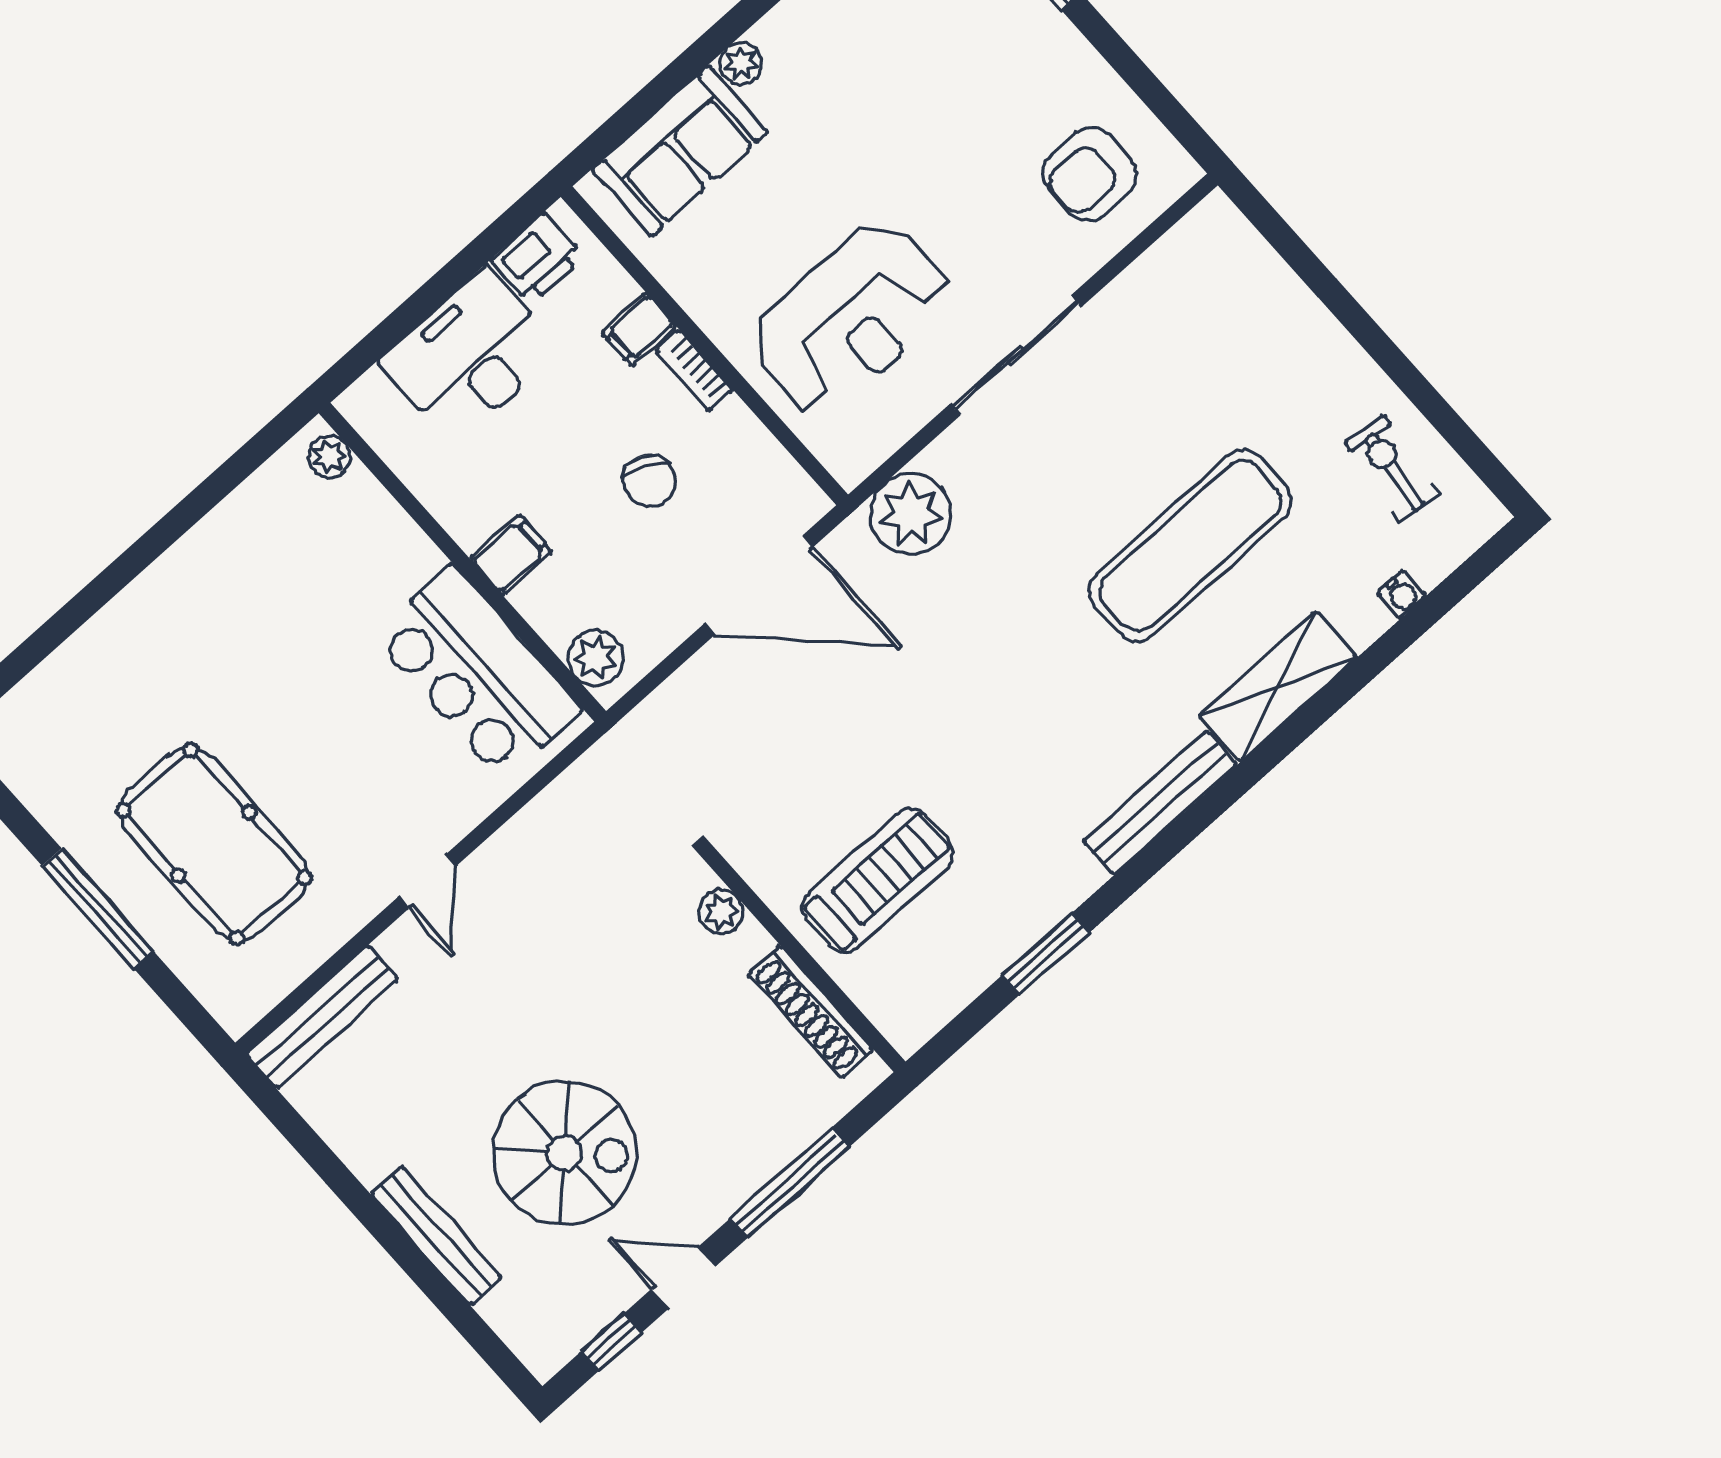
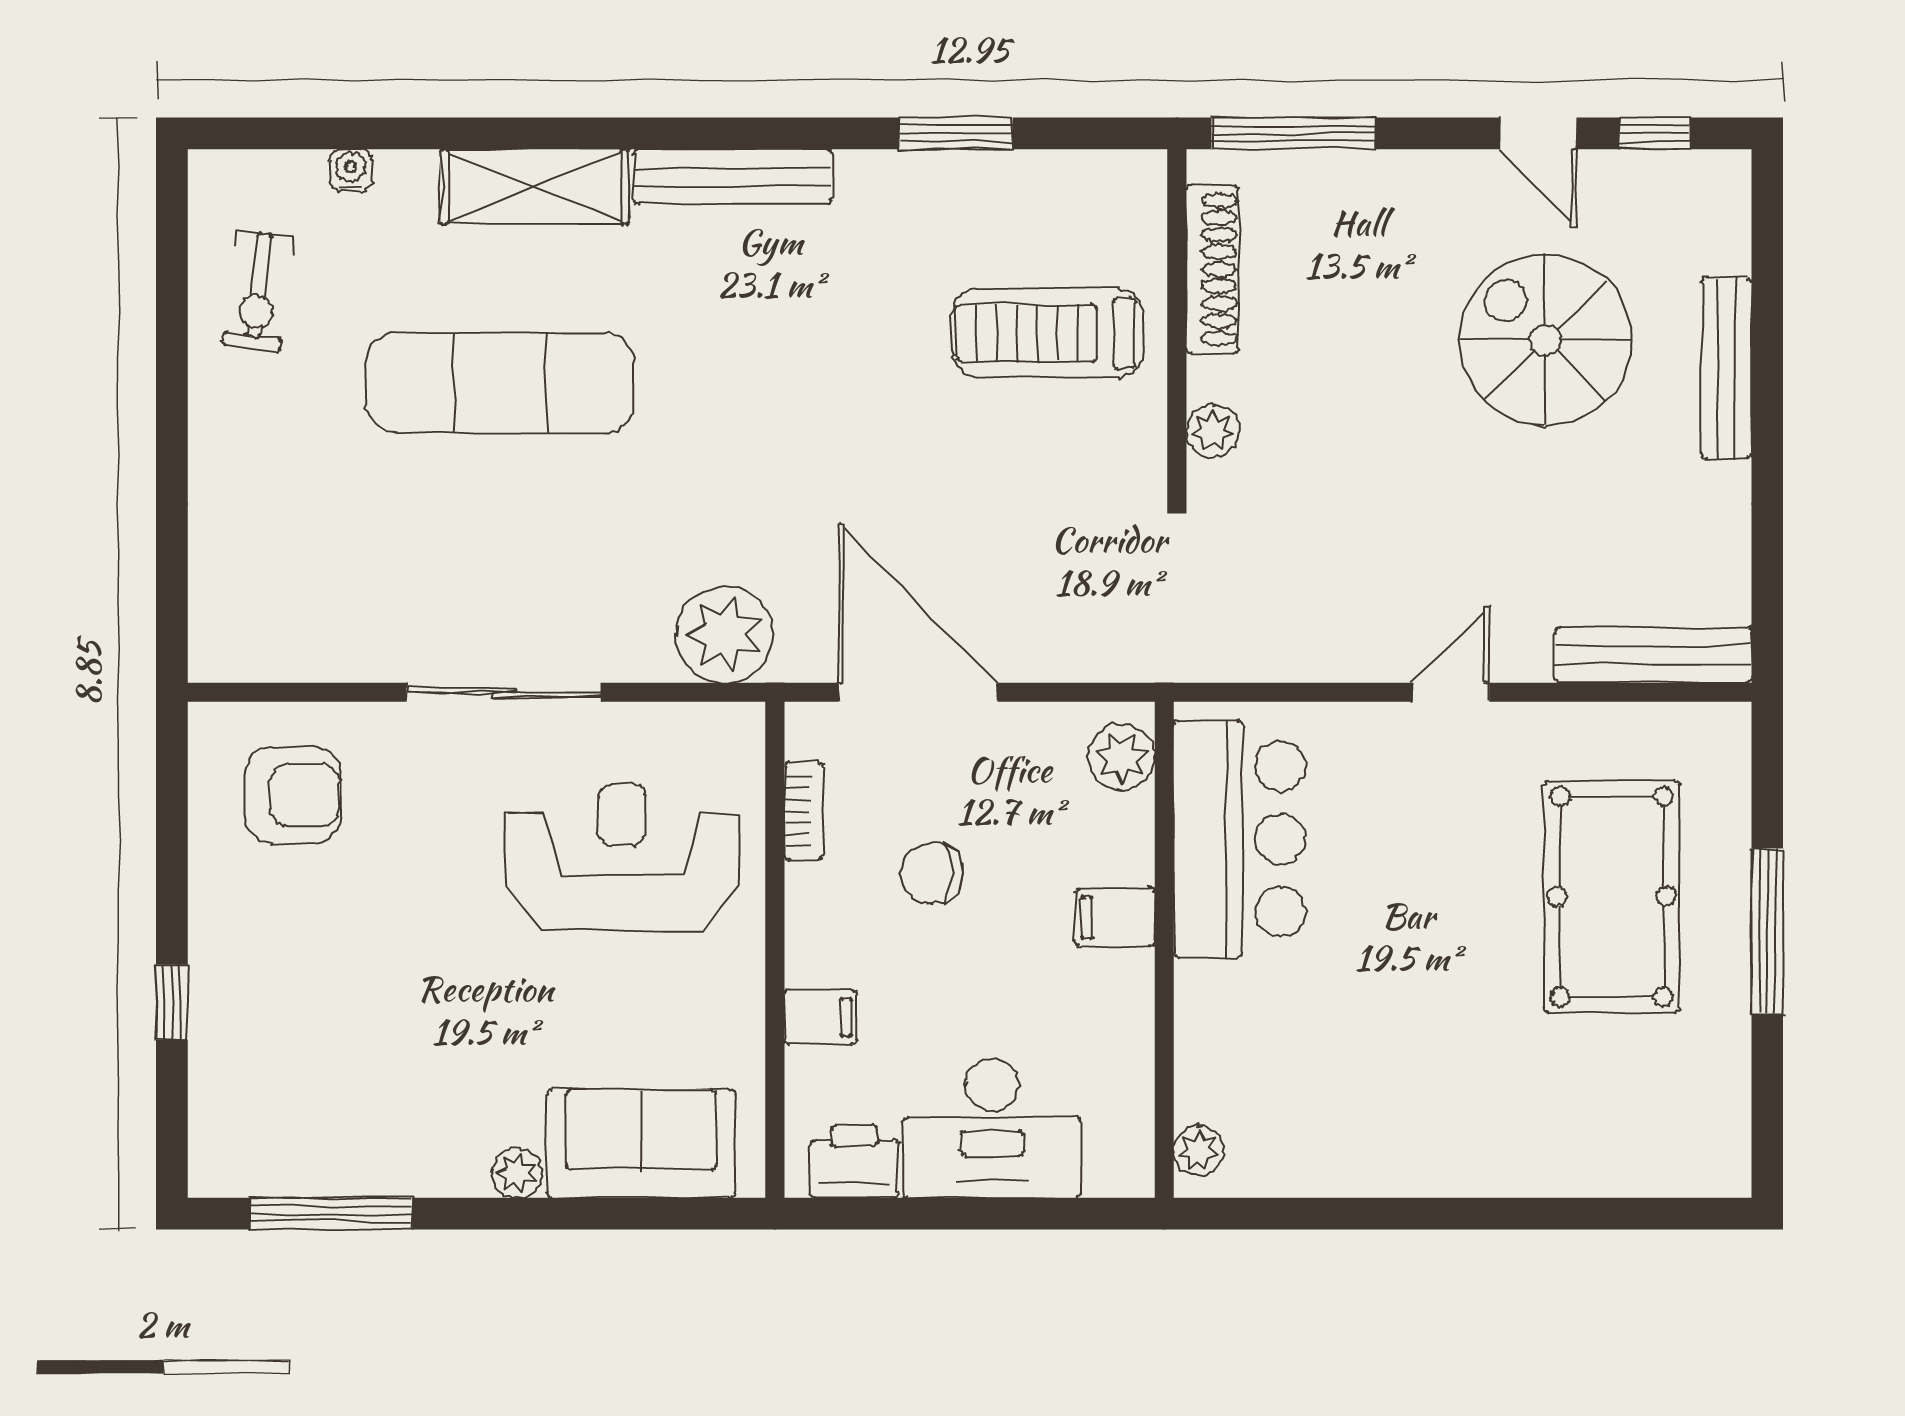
bookcase: (694, 371) -> (804, 811), moved
chair: (650, 481) -> (932, 873), turned -113
window: (789, 1183) -> (1294, 133), moved

